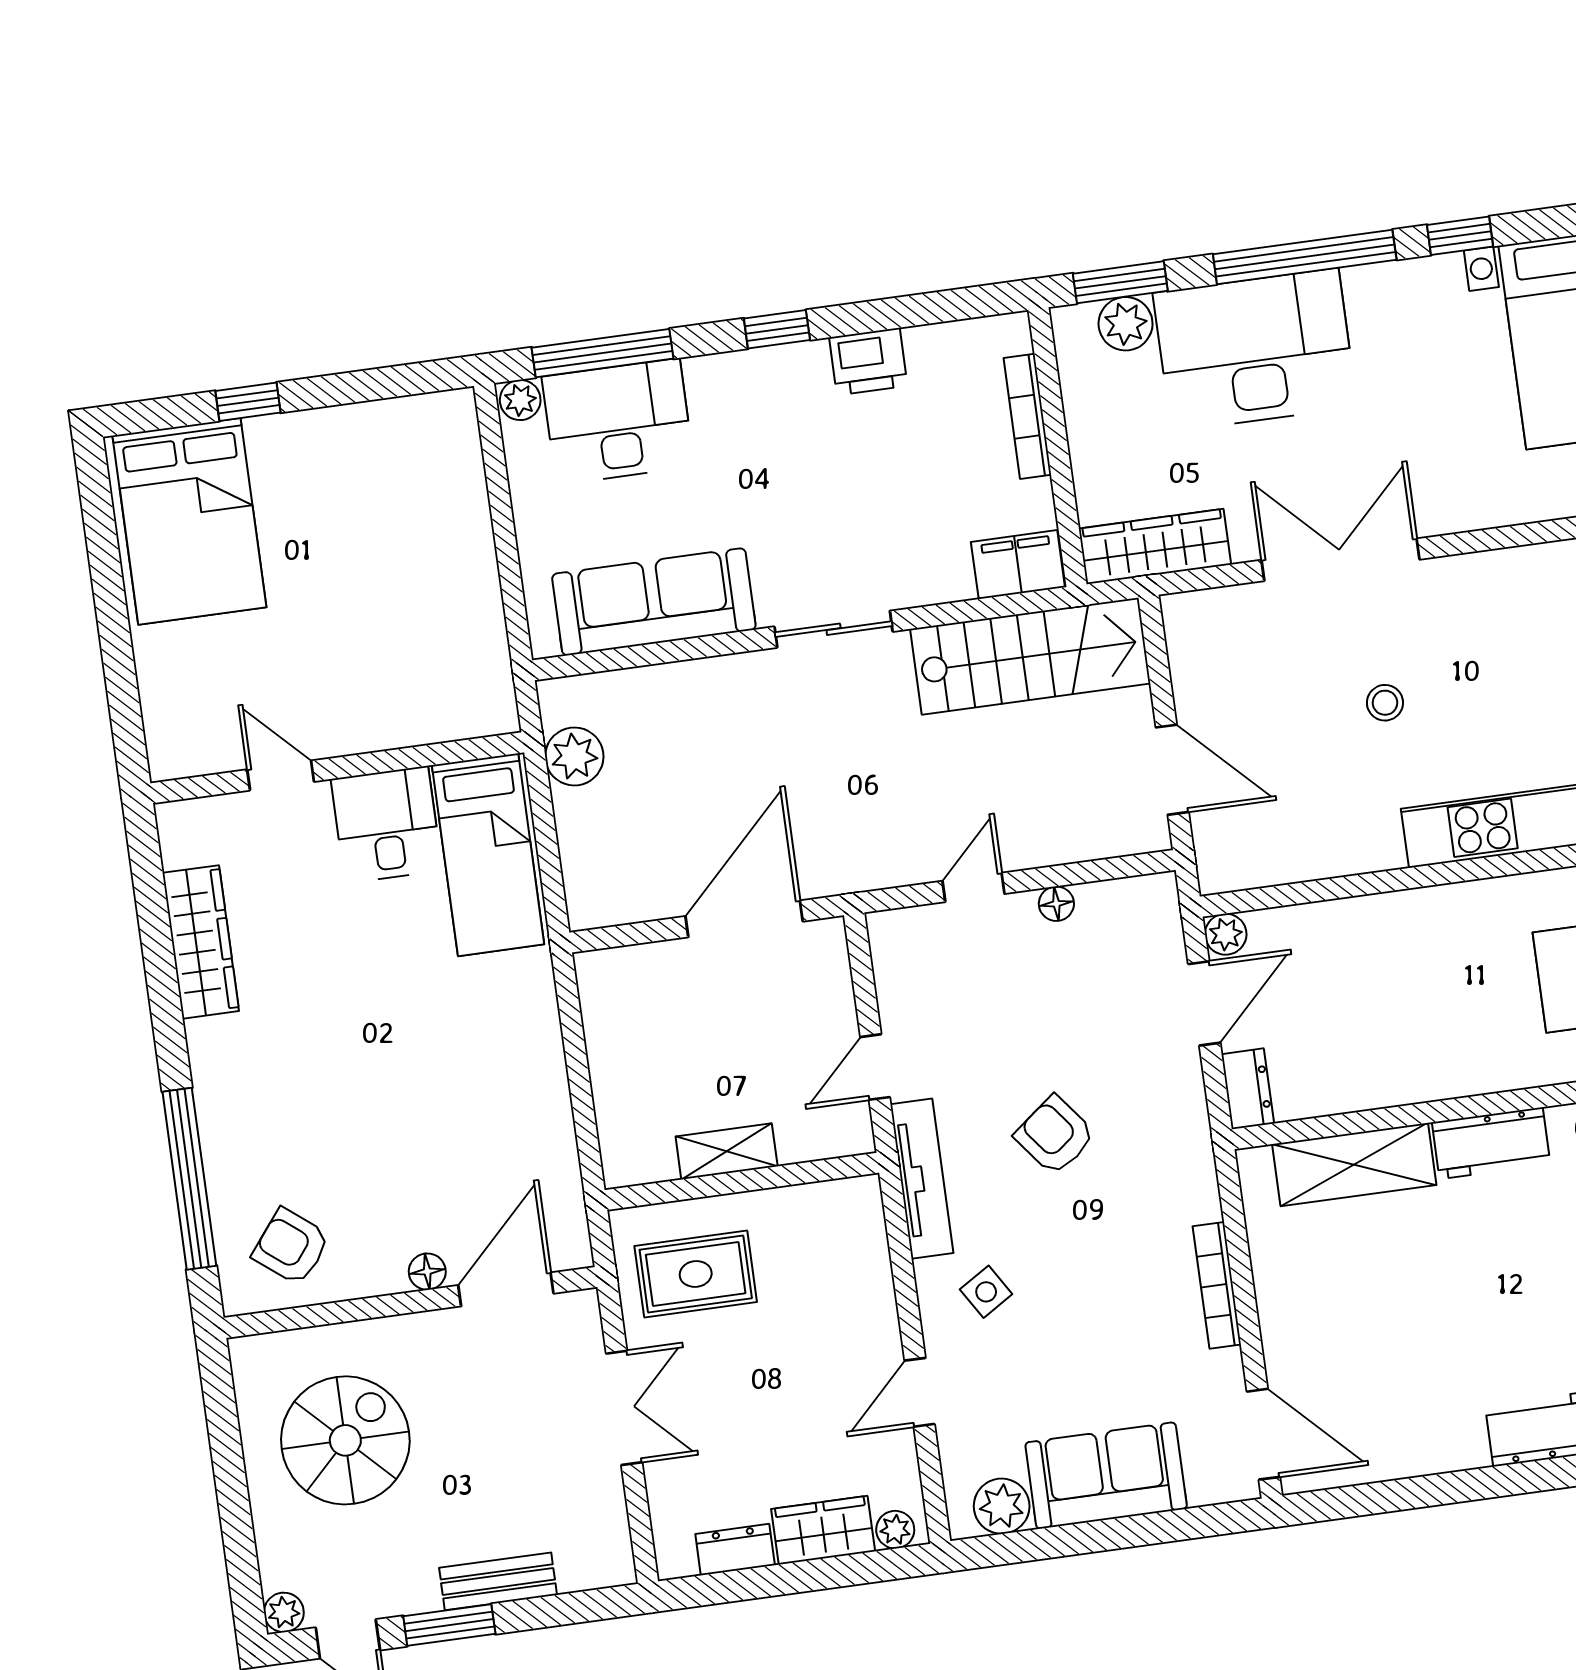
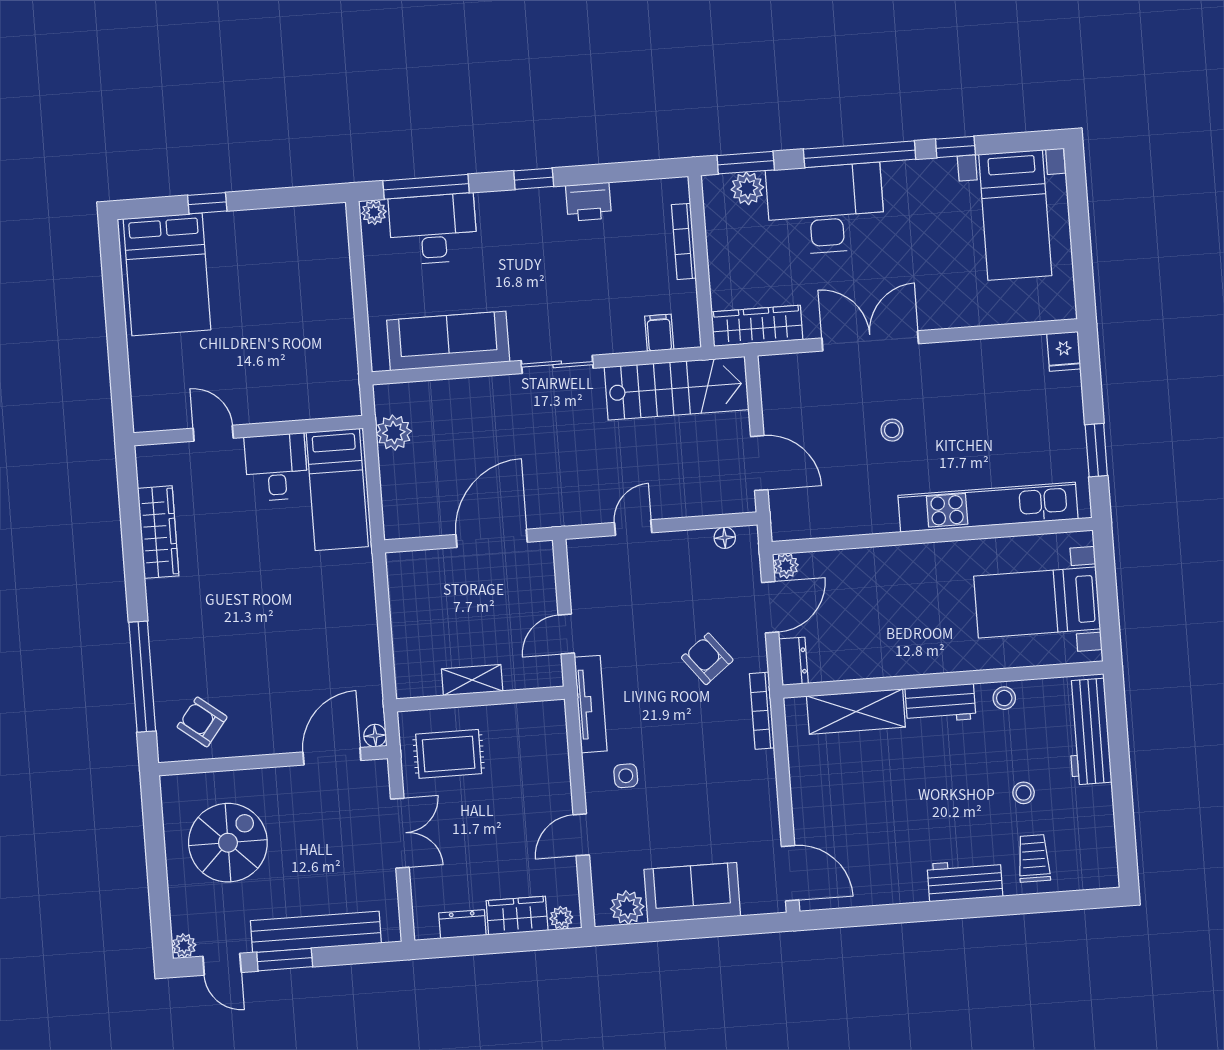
filing cabinet: (1018, 565) -> (659, 333), width x0.50
floor lamp: (1056, 904) -> (725, 538), moved
armchair: (1055, 1135) -> (707, 659), moved
floor lamp: (427, 1272) -> (375, 736), moved
bookcase: (1217, 1285) -> (762, 711), moved
side table: (986, 1292) -> (626, 776), turned 32
bench: (498, 1581) -> (316, 932), width x1.86, depth x1.21

